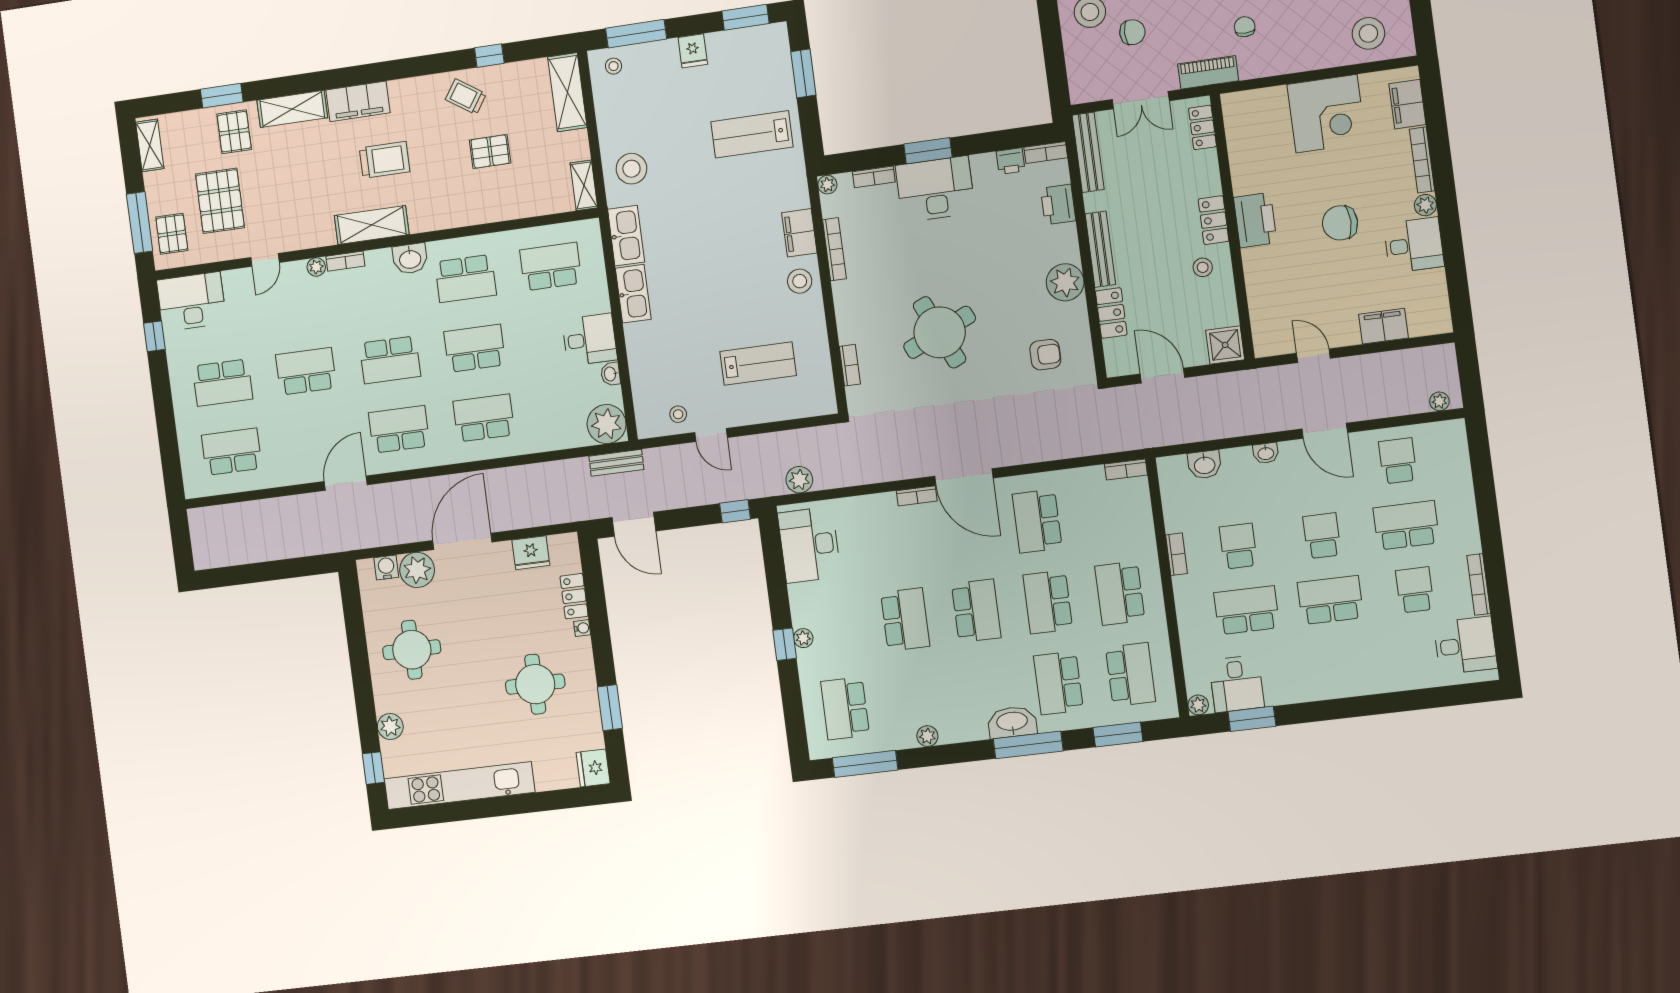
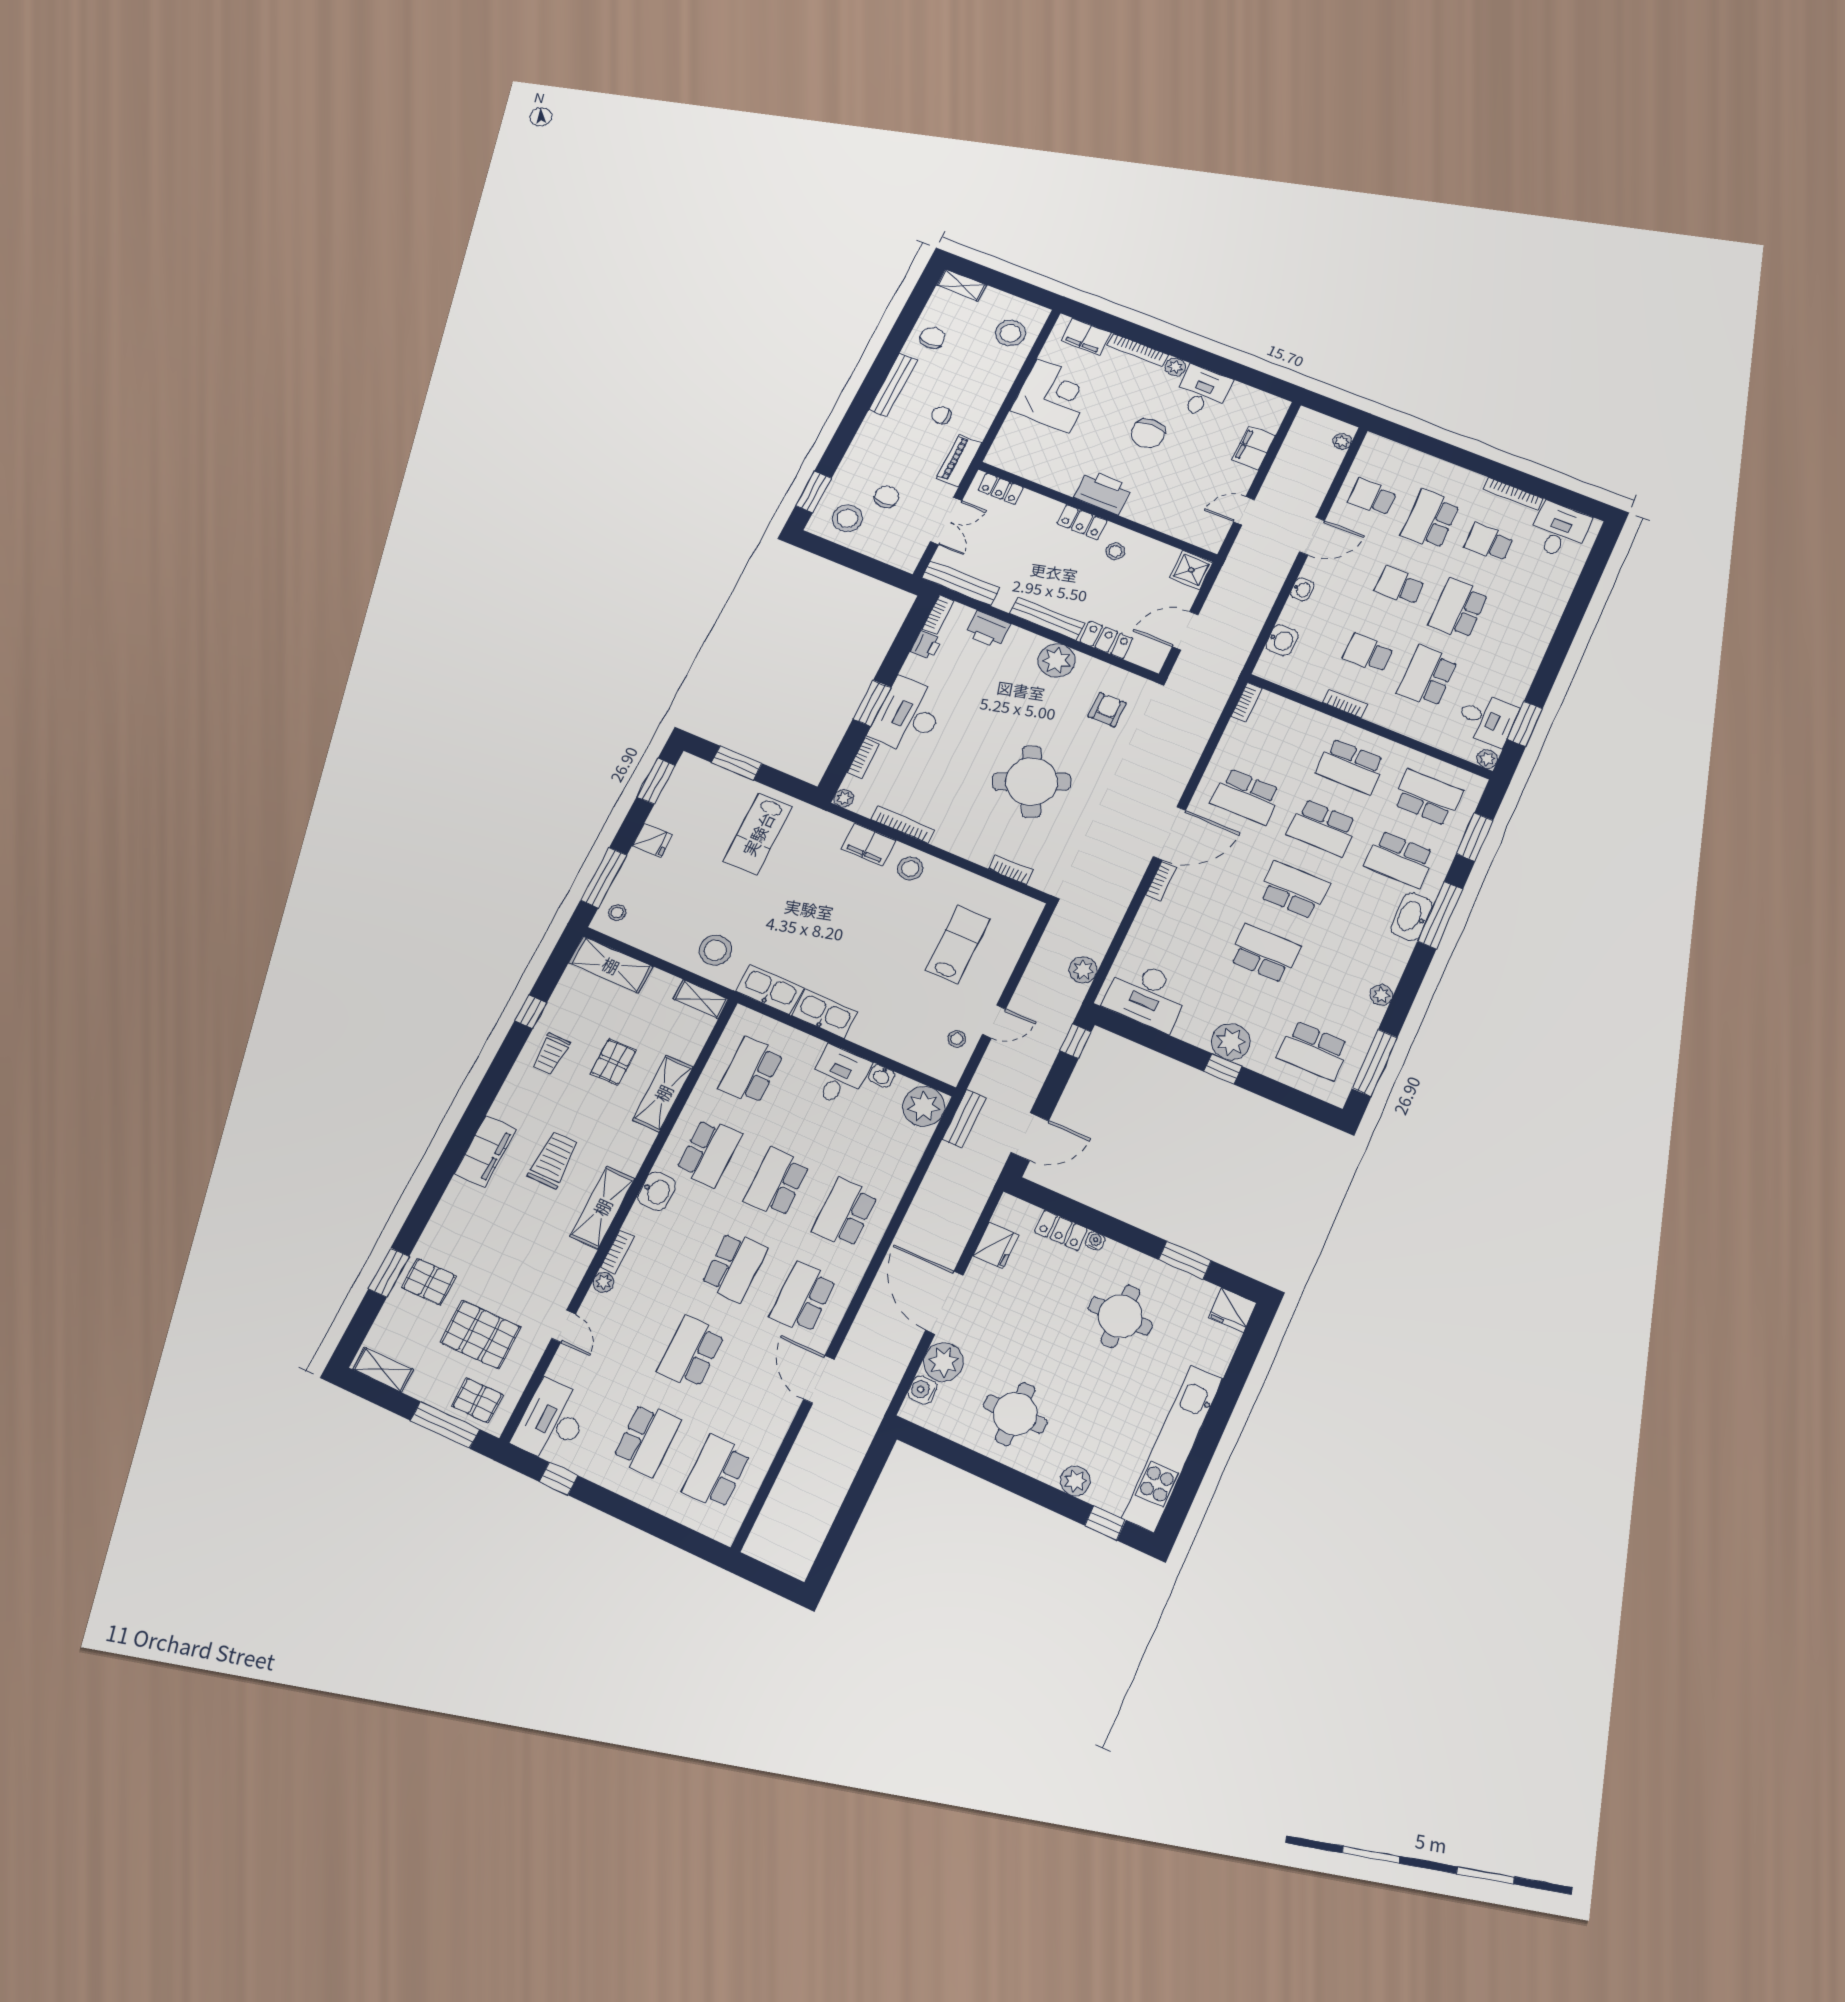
trolley: (466, 97) -> (551, 1054), turned -34
shelving: (292, 109) -> (663, 1093), moved
plant: (803, 638) -> (1231, 1042), width x1.87, depth x1.87

